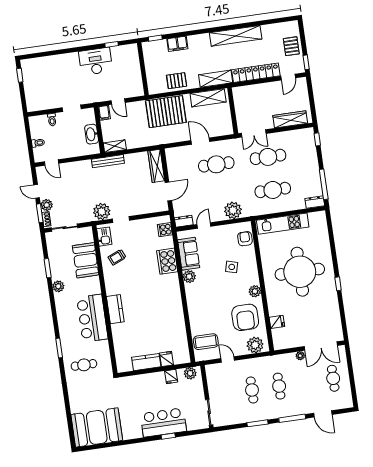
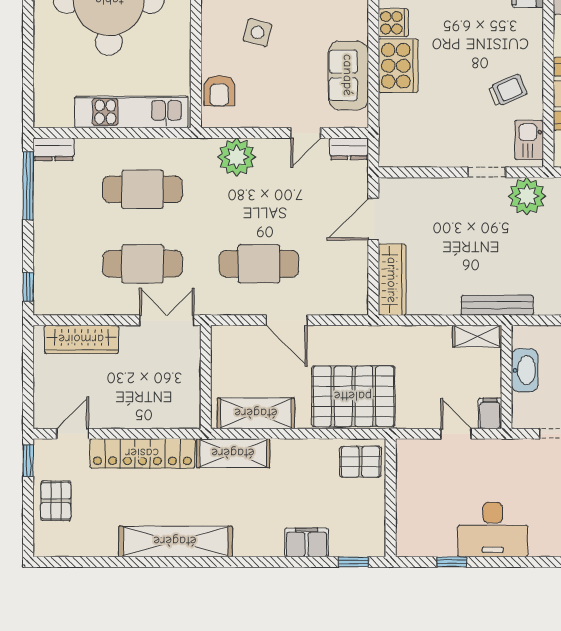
pallet: (177, 81) -> (360, 462), moved
cooker: (165, 230) -> (393, 23), moved
plant: (189, 277) -> (354, 25), removed

